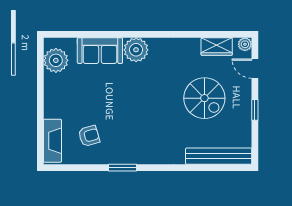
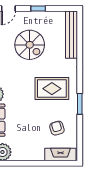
spiral stairs: (204, 98) -> (30, 45), turned 90
rug: (144, 129) -> (52, 89), added

